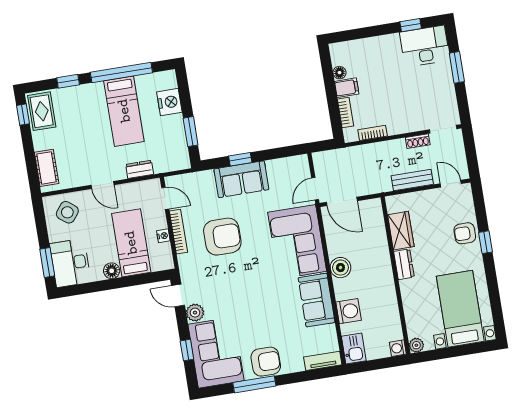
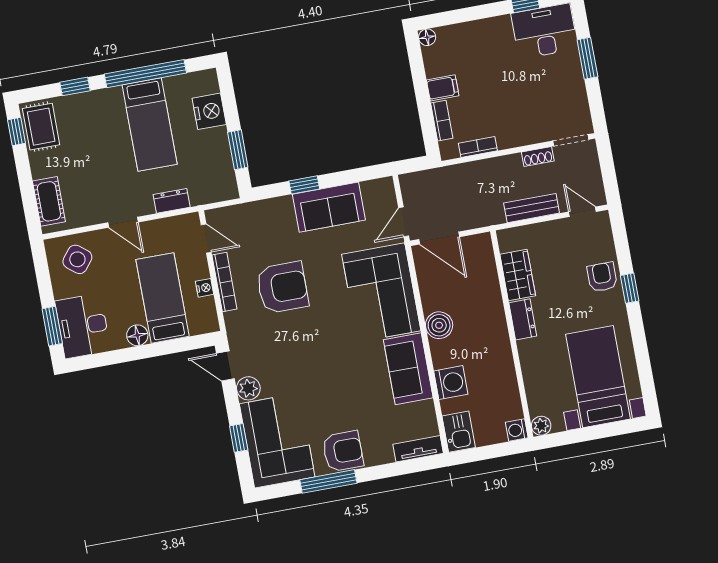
floor lamp: (339, 73) -> (427, 37), moved
sofa: (241, 179) -> (329, 207), moved
armchair: (465, 233) -> (602, 277), turned 90

